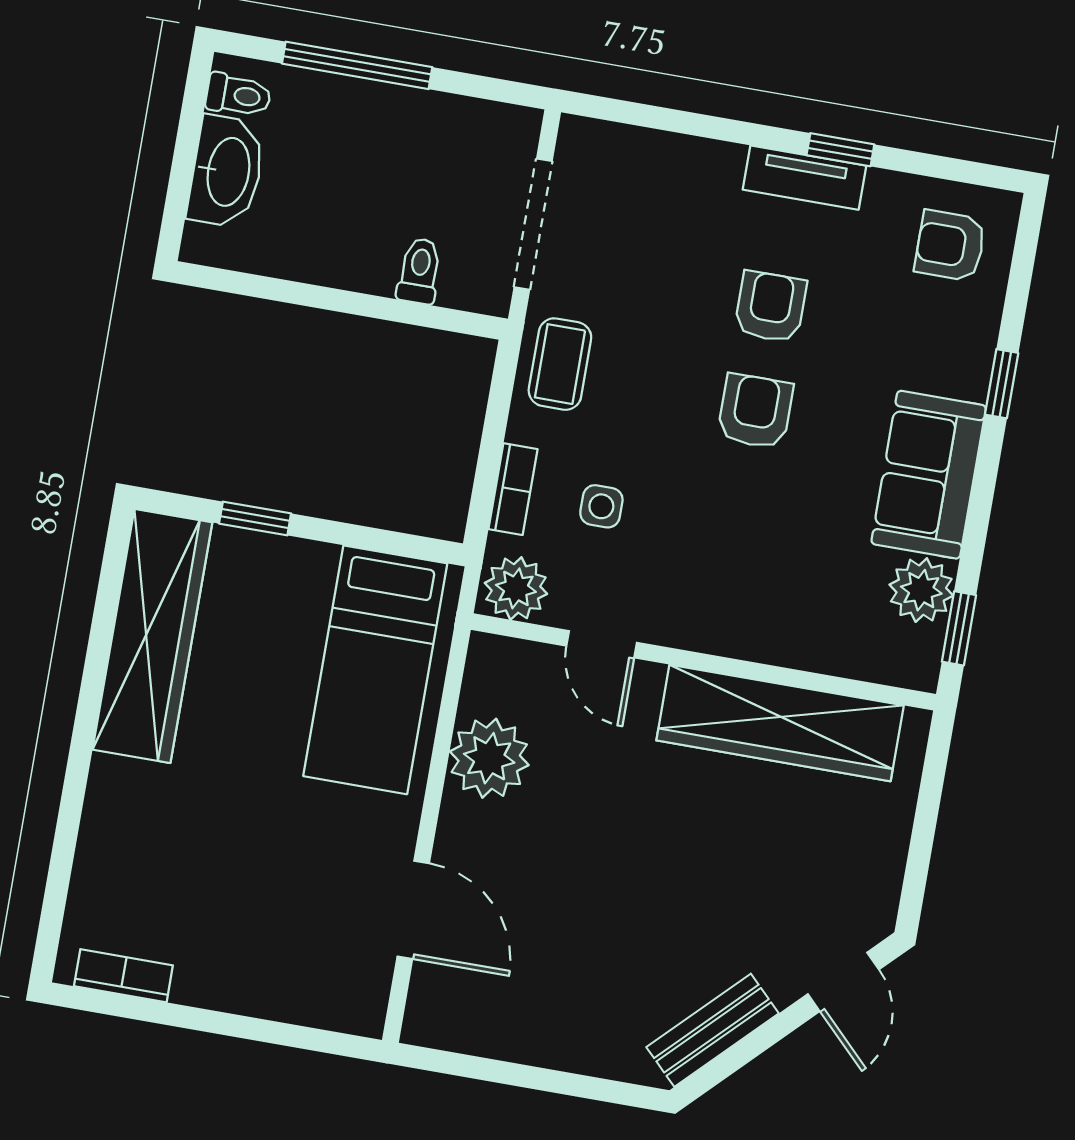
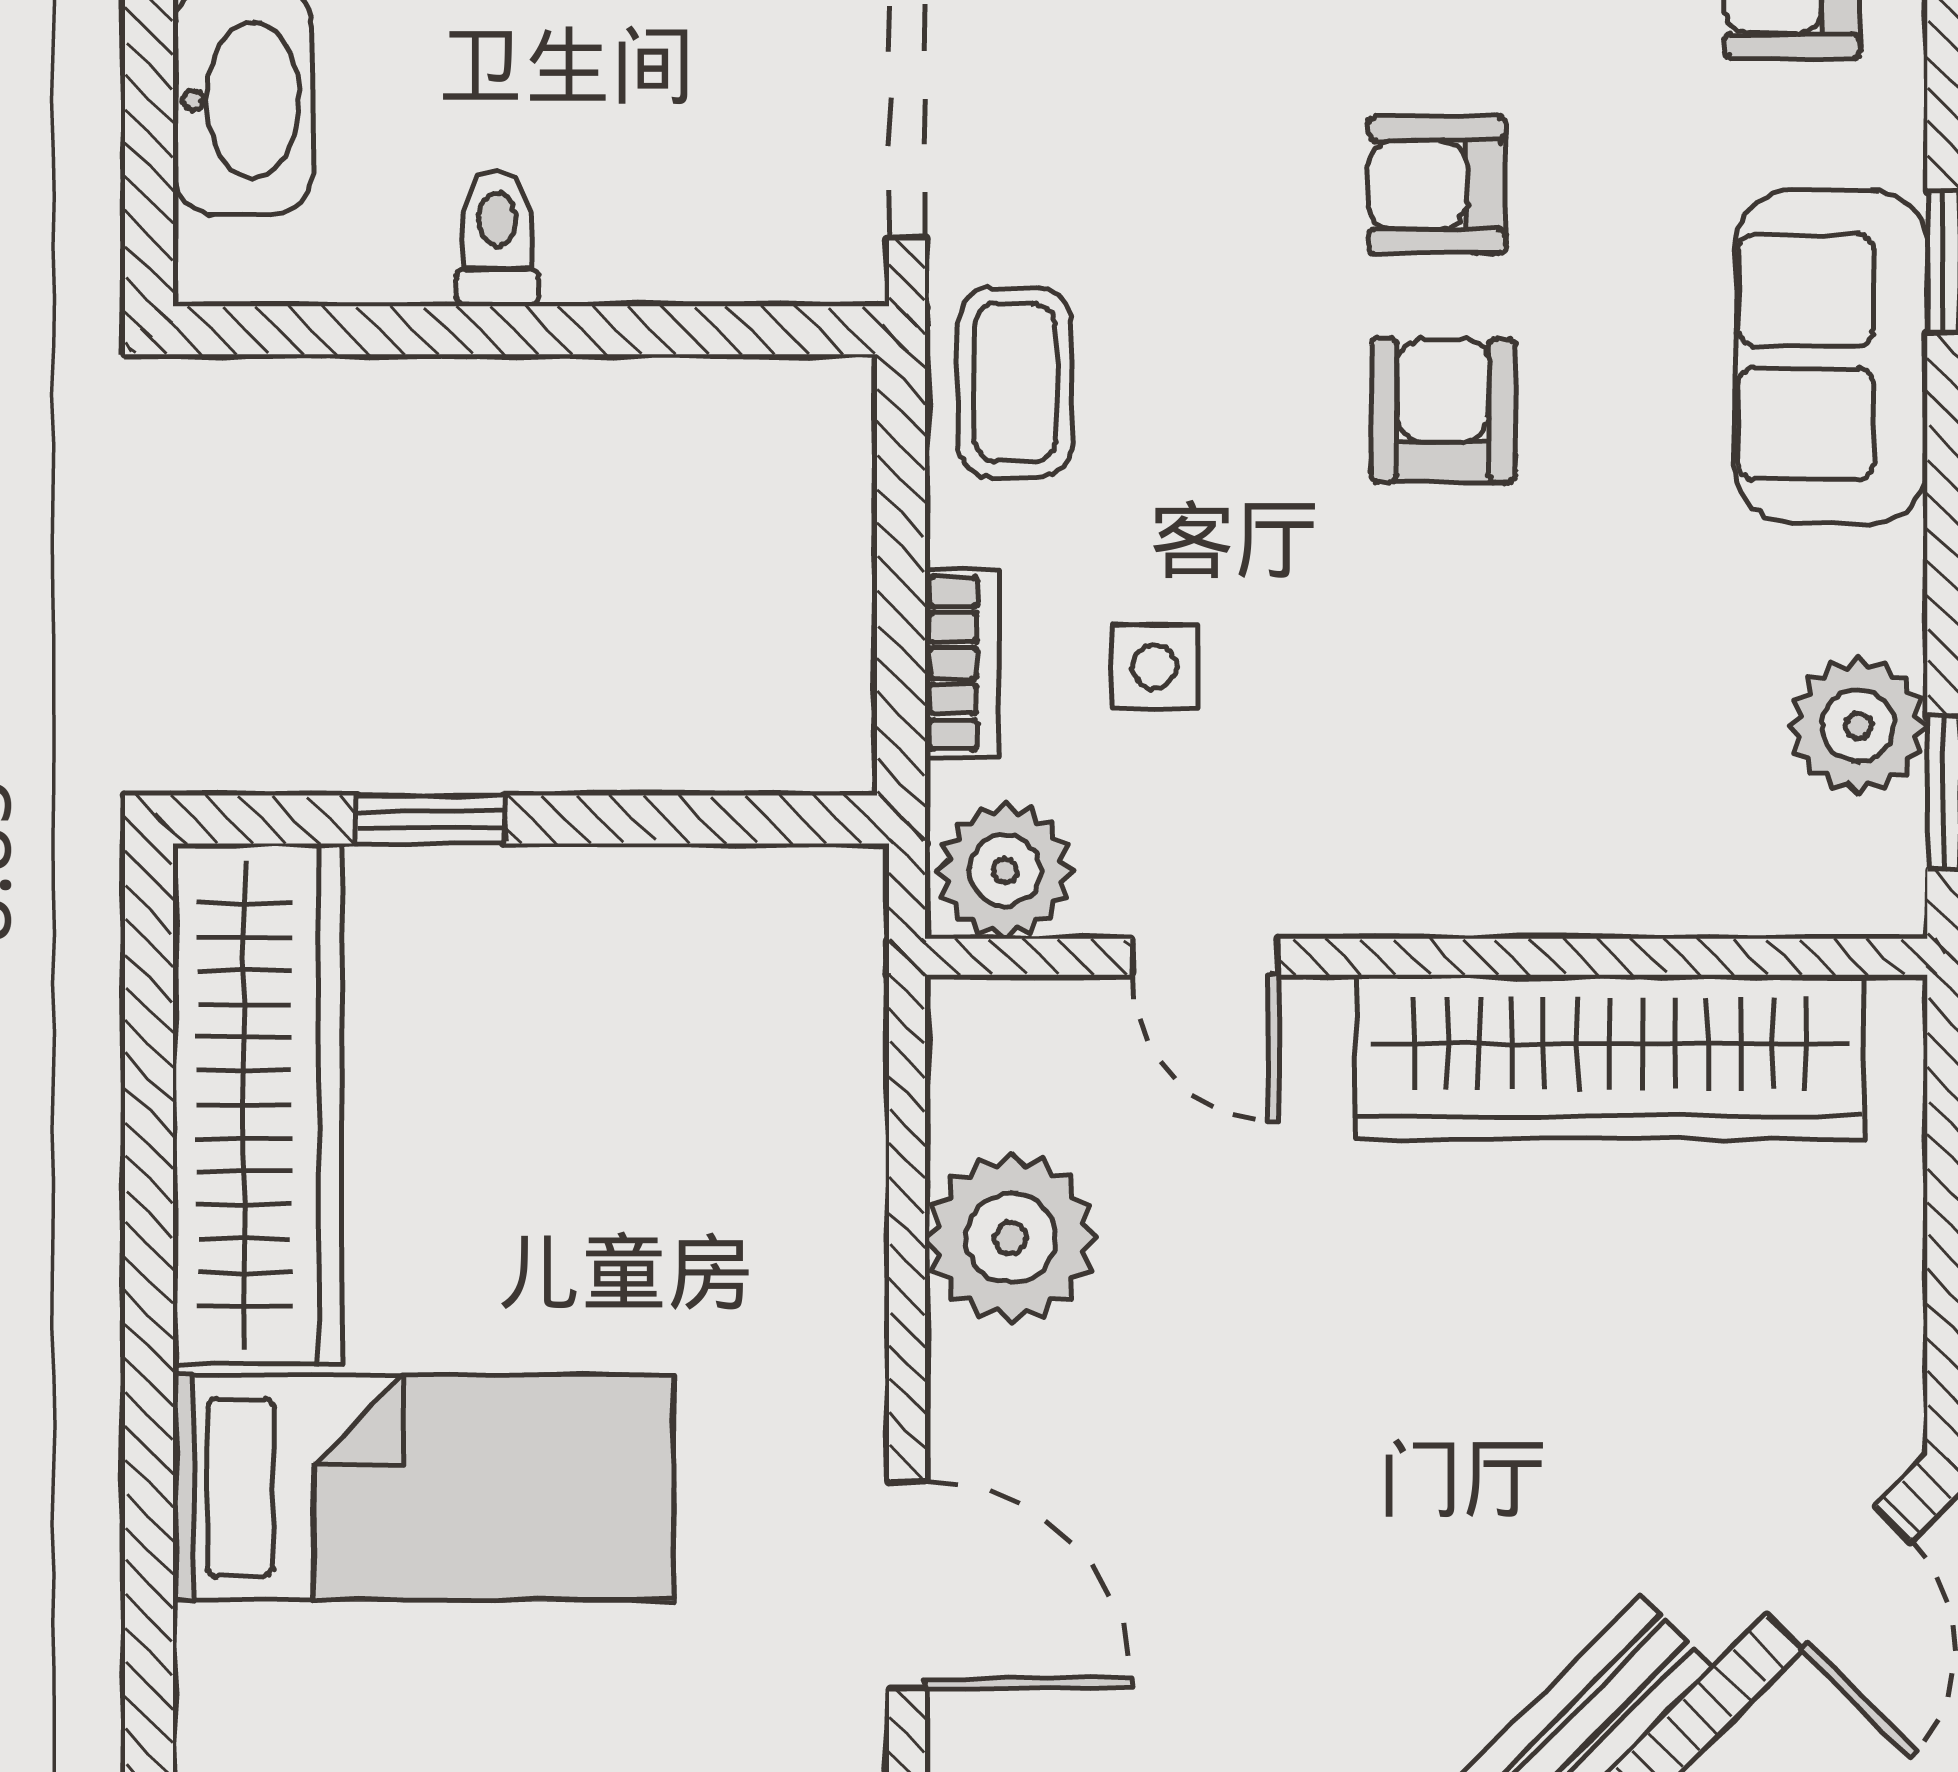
toilet: (419, 271) -> (497, 239), moved
armchair: (771, 307) -> (1437, 185), turned -90
sofa: (929, 475) -> (1831, 357), moved
bed: (375, 670) -> (423, 1487), moved, turned -90

